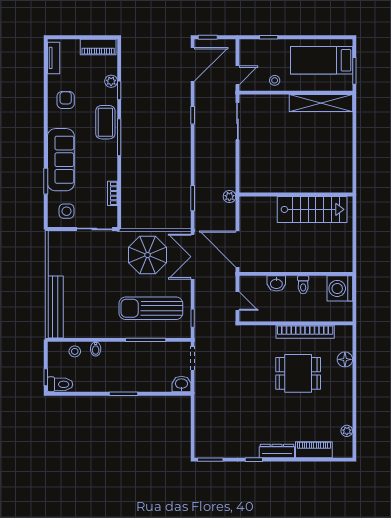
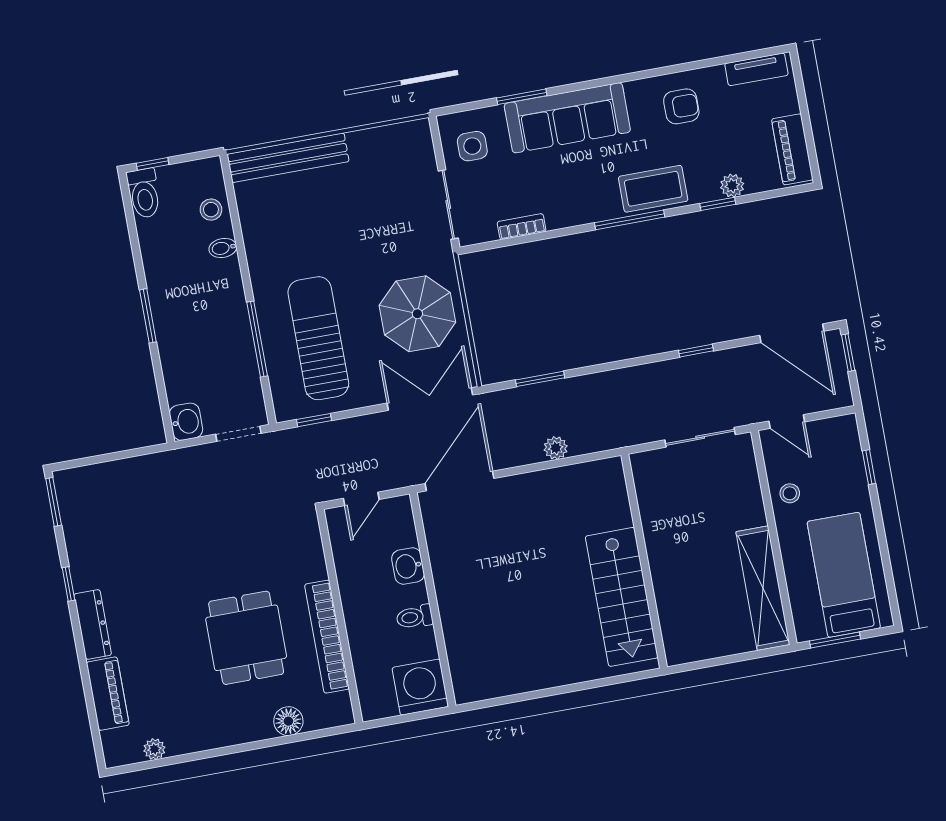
wall: (296, 195) -> (644, 561), moved
stairs: (312, 209) -> (622, 597), moved

